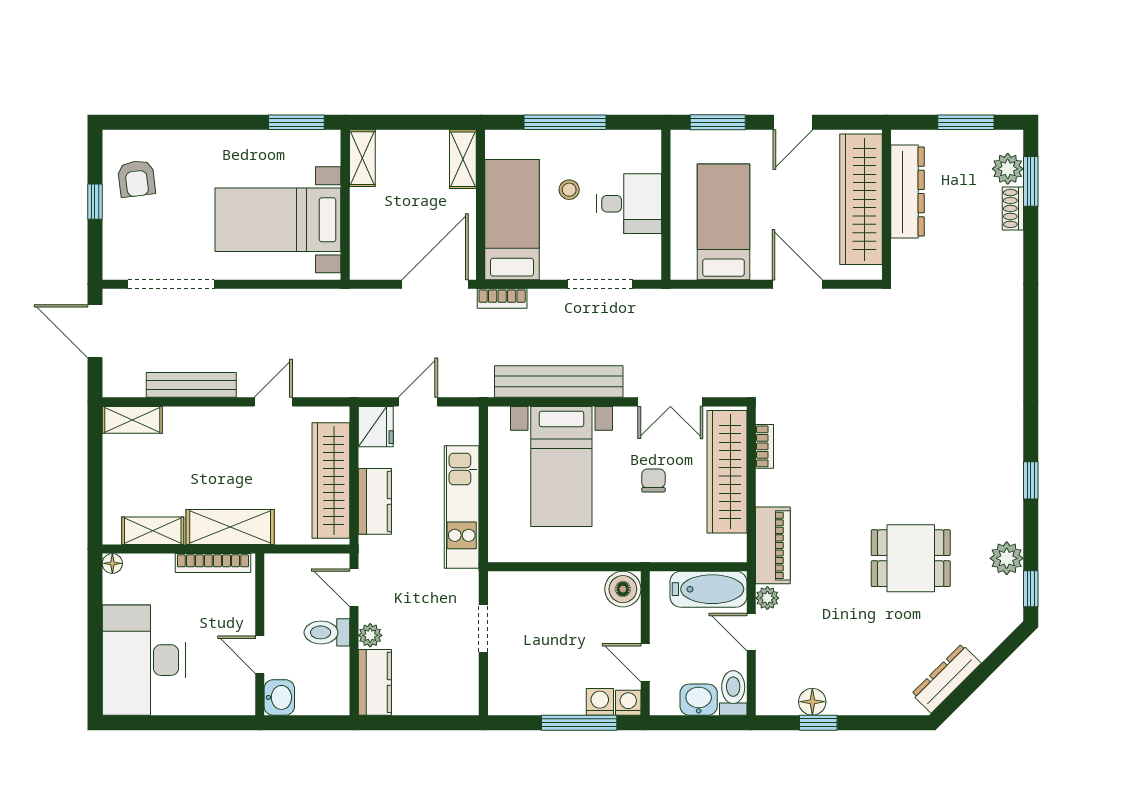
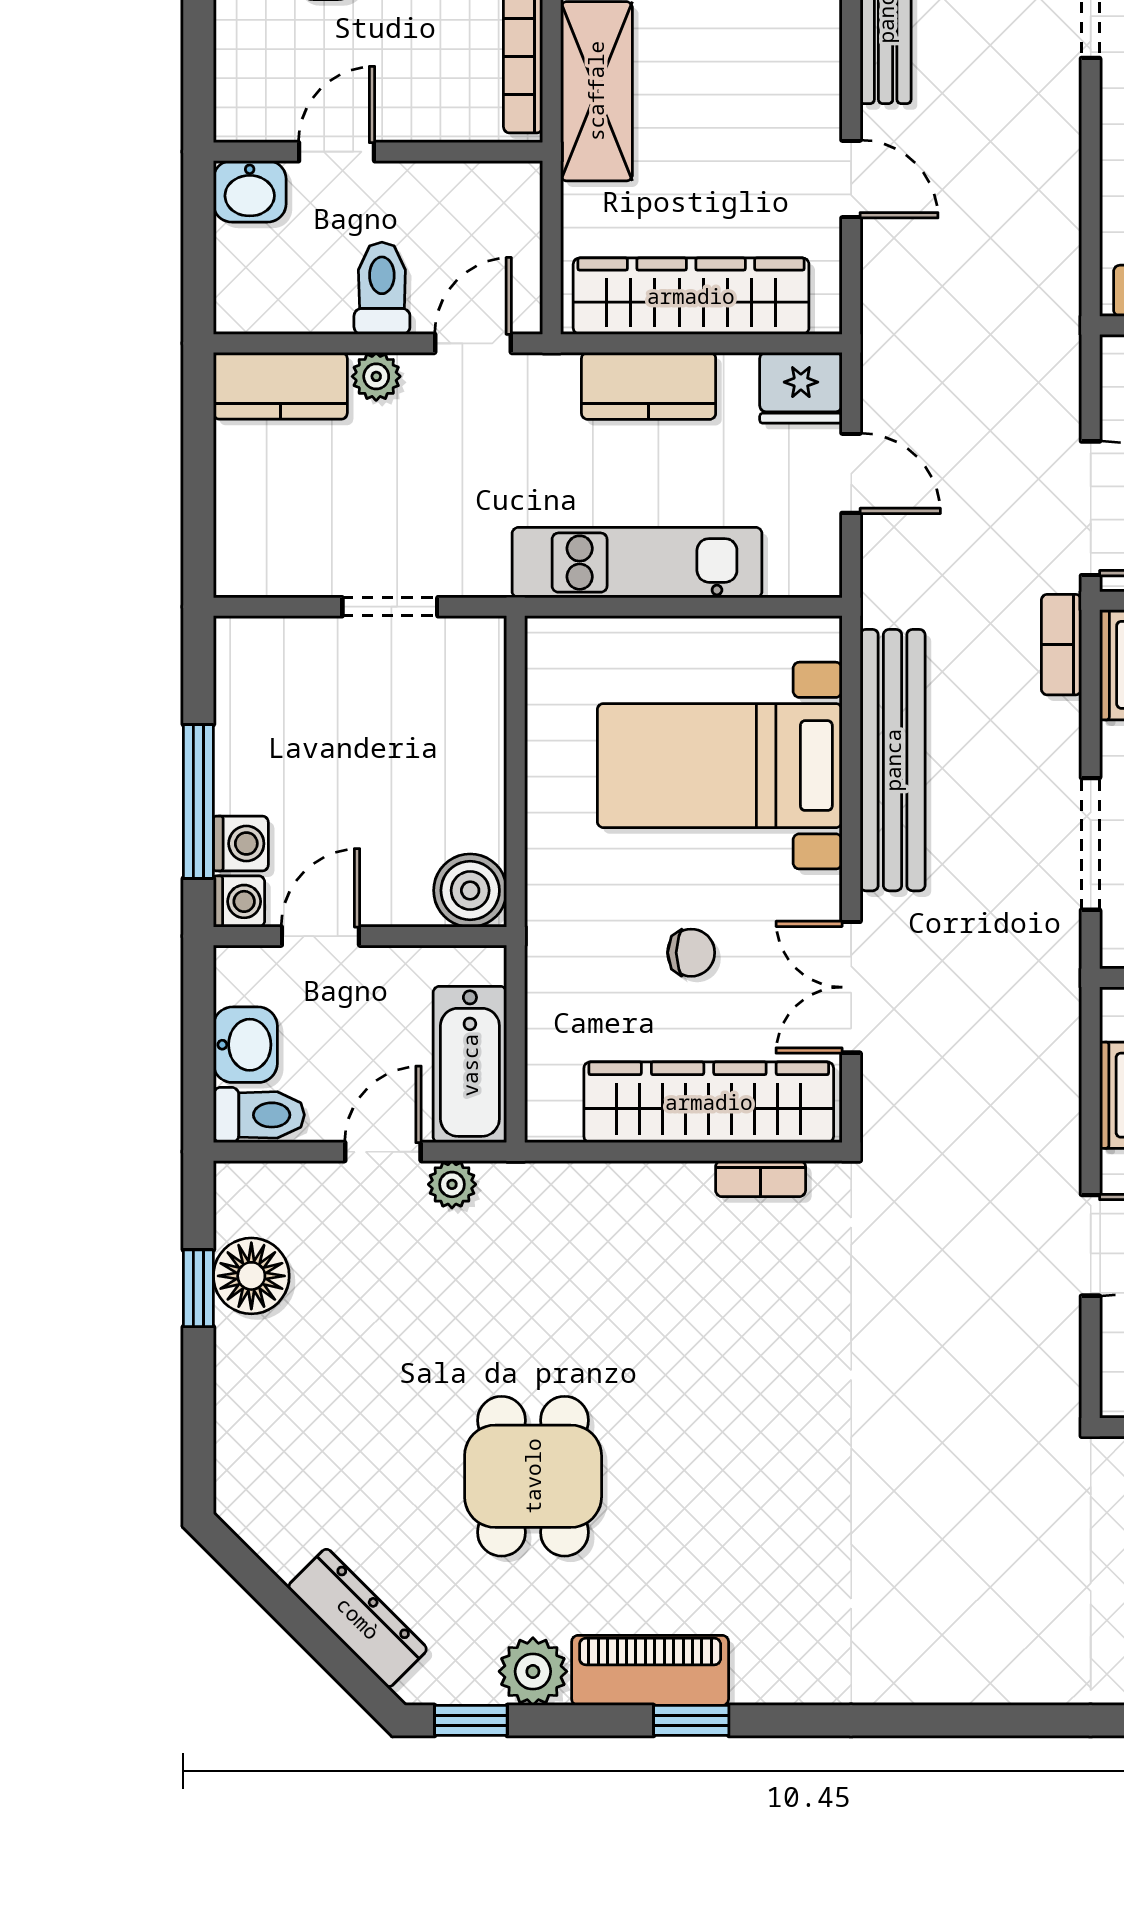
piano: (773, 545) -> (650, 1670), moved, turned 180
dresser: (946, 678) -> (358, 1618), moved
floor lamp: (812, 702) -> (251, 1276), width x1.38, depth x1.38

